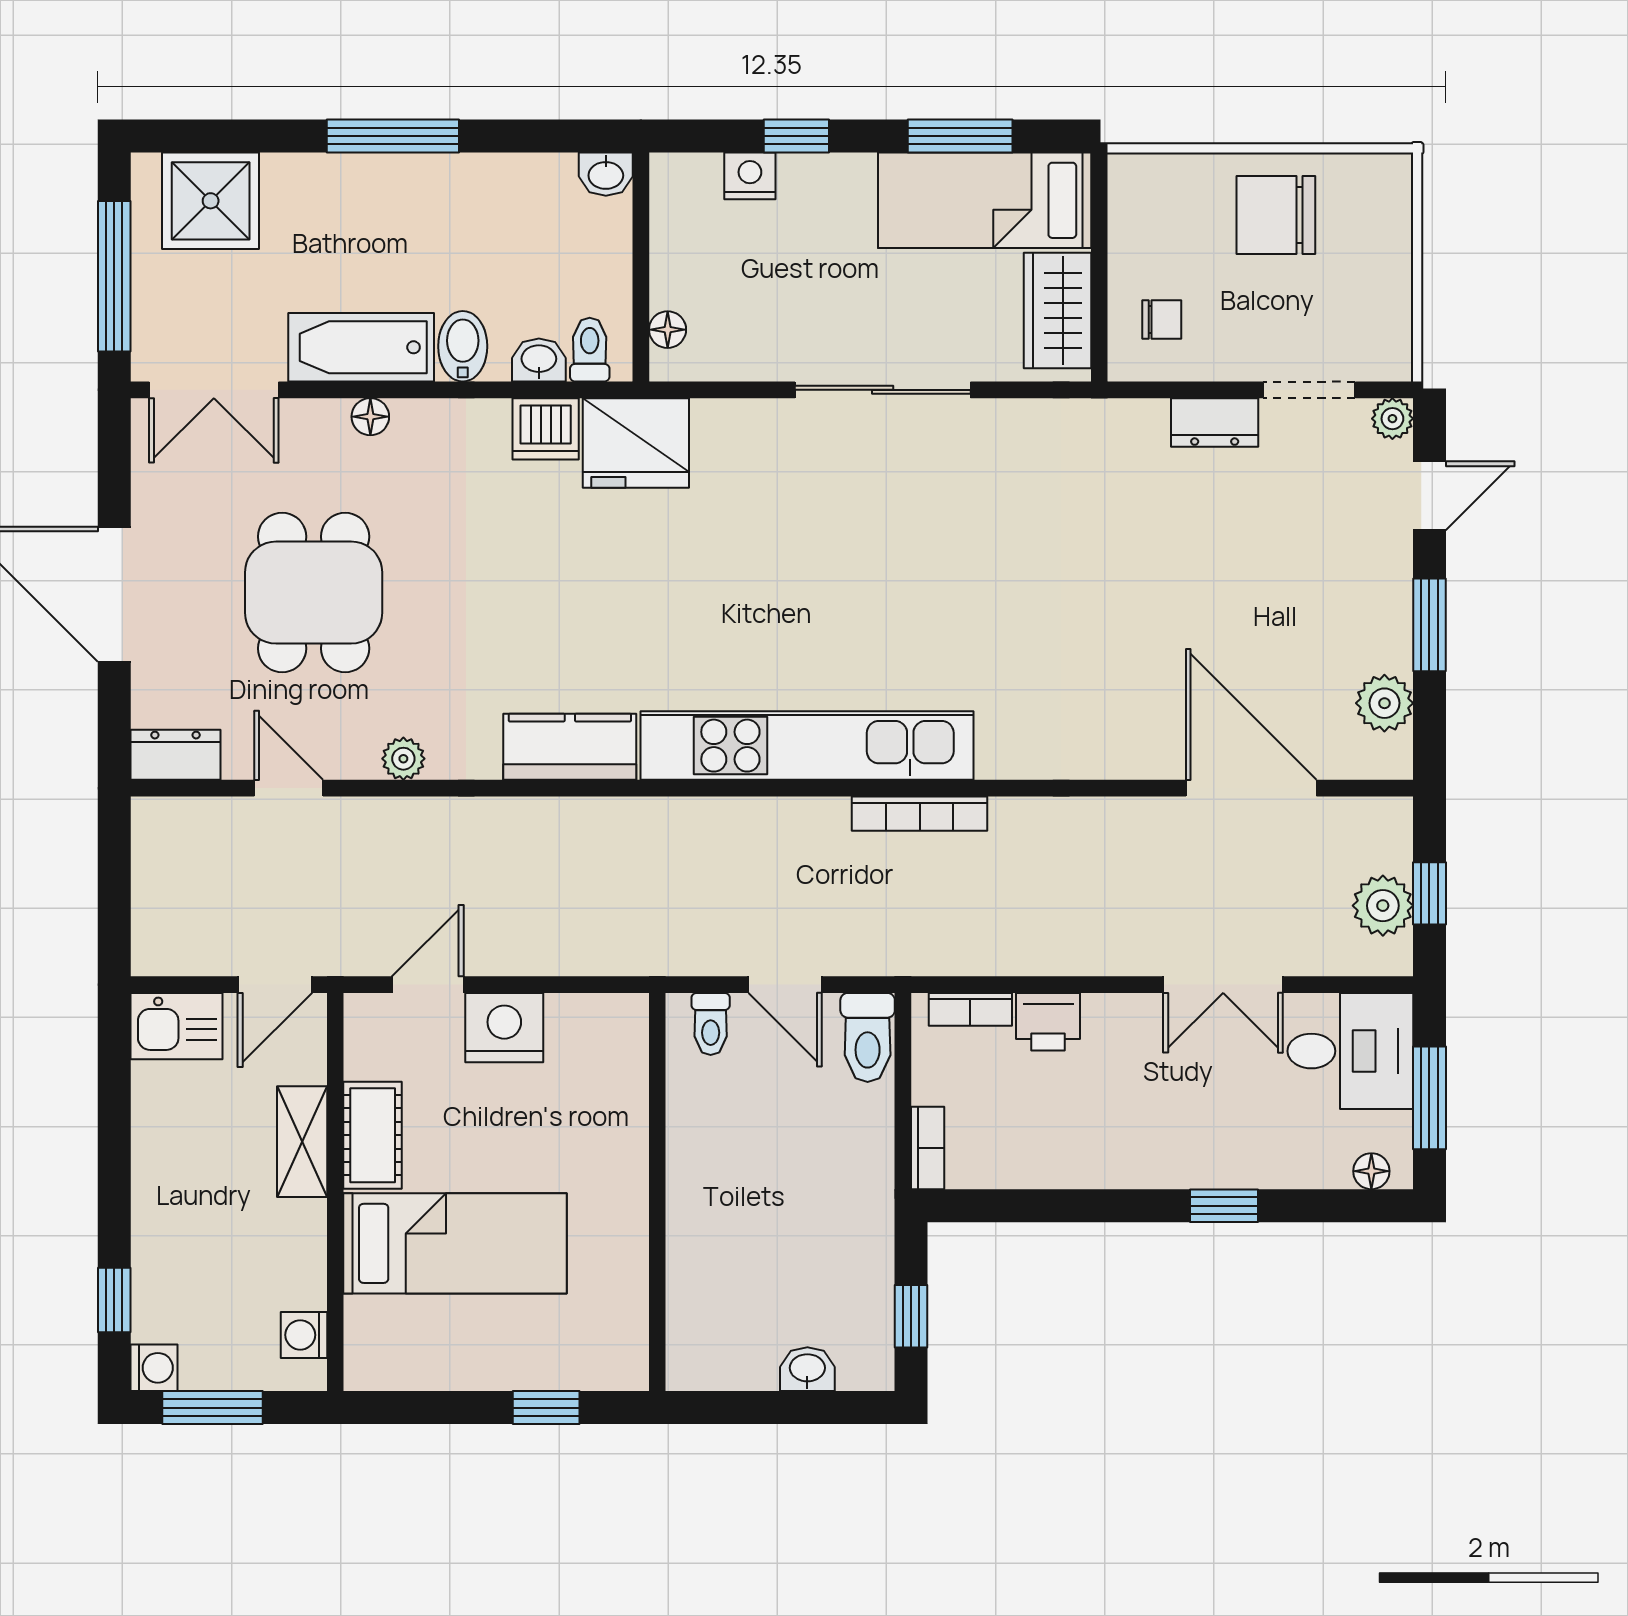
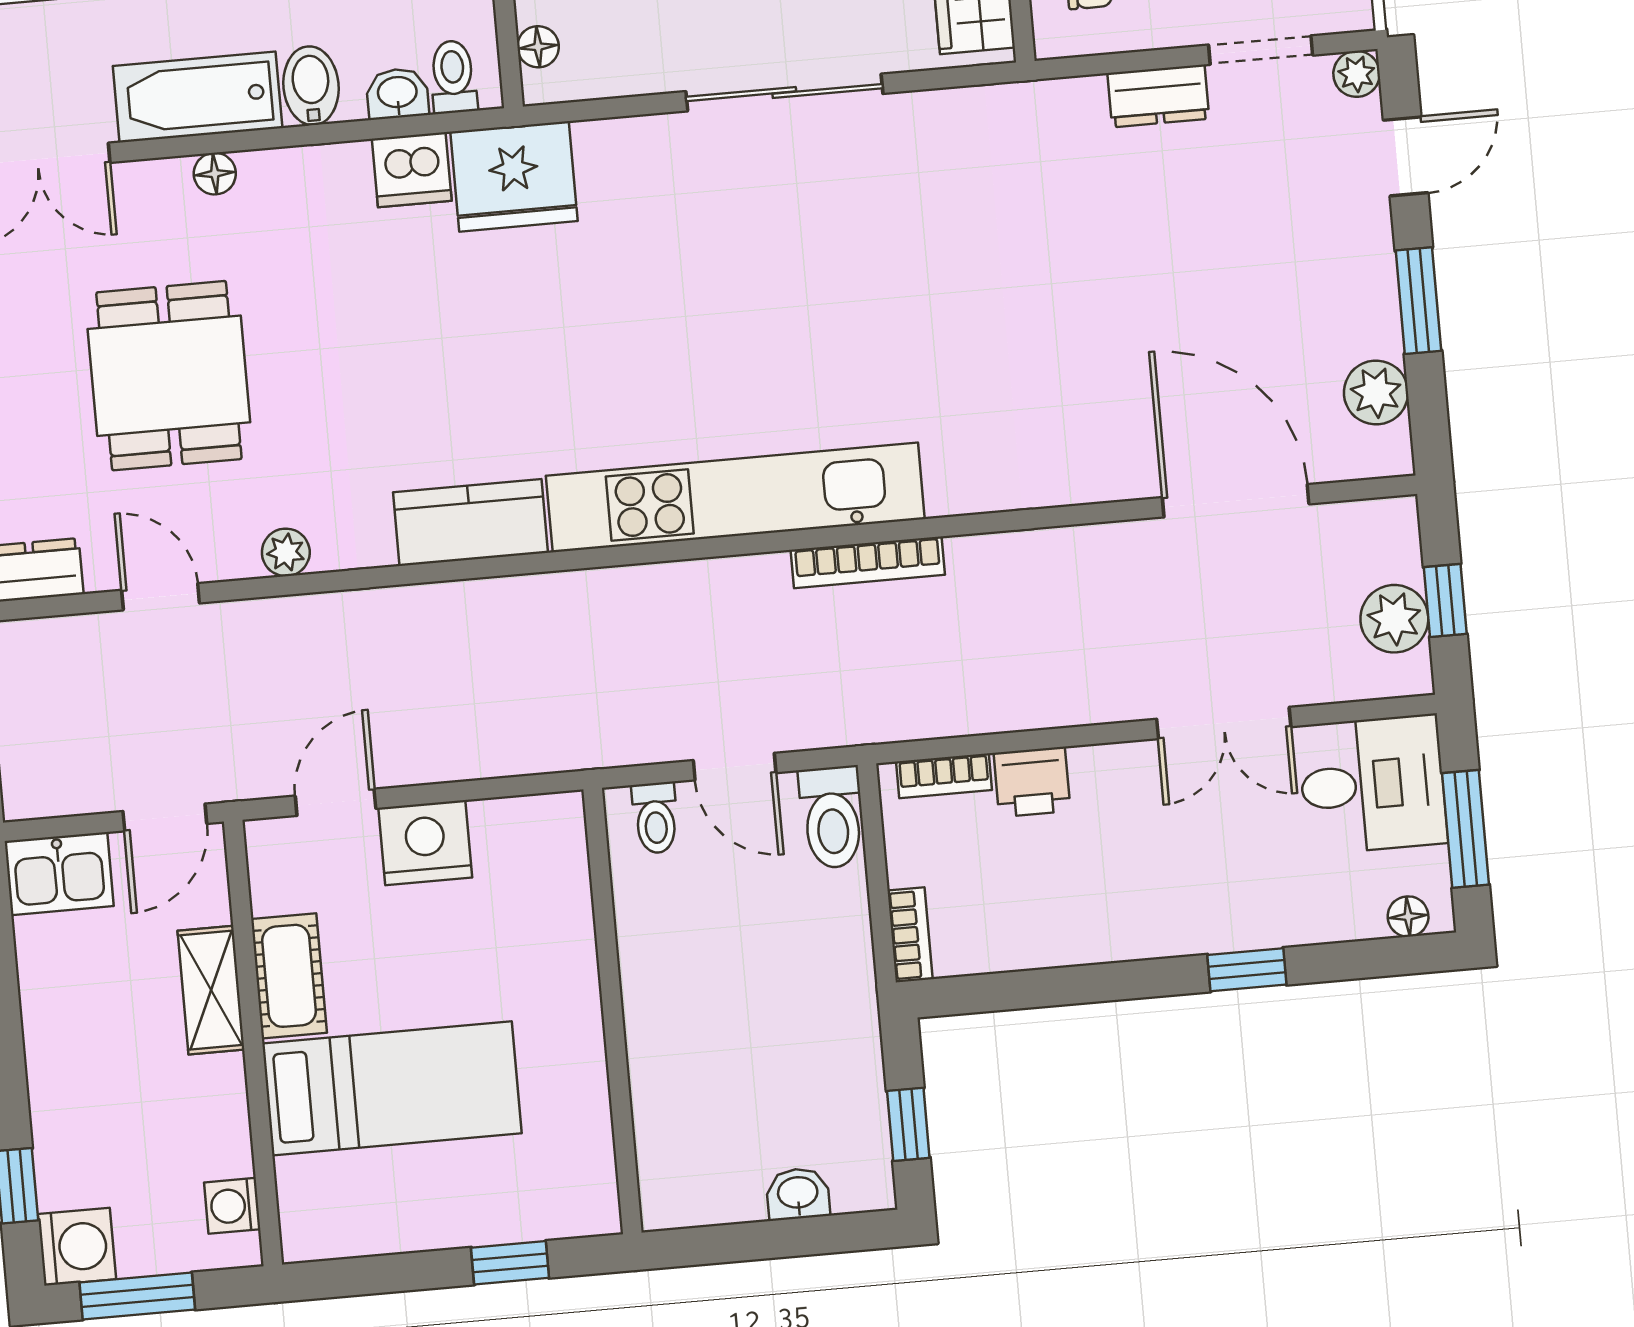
washing machine: (154, 1368) -> (77, 1247), width x1.38, depth x1.38

